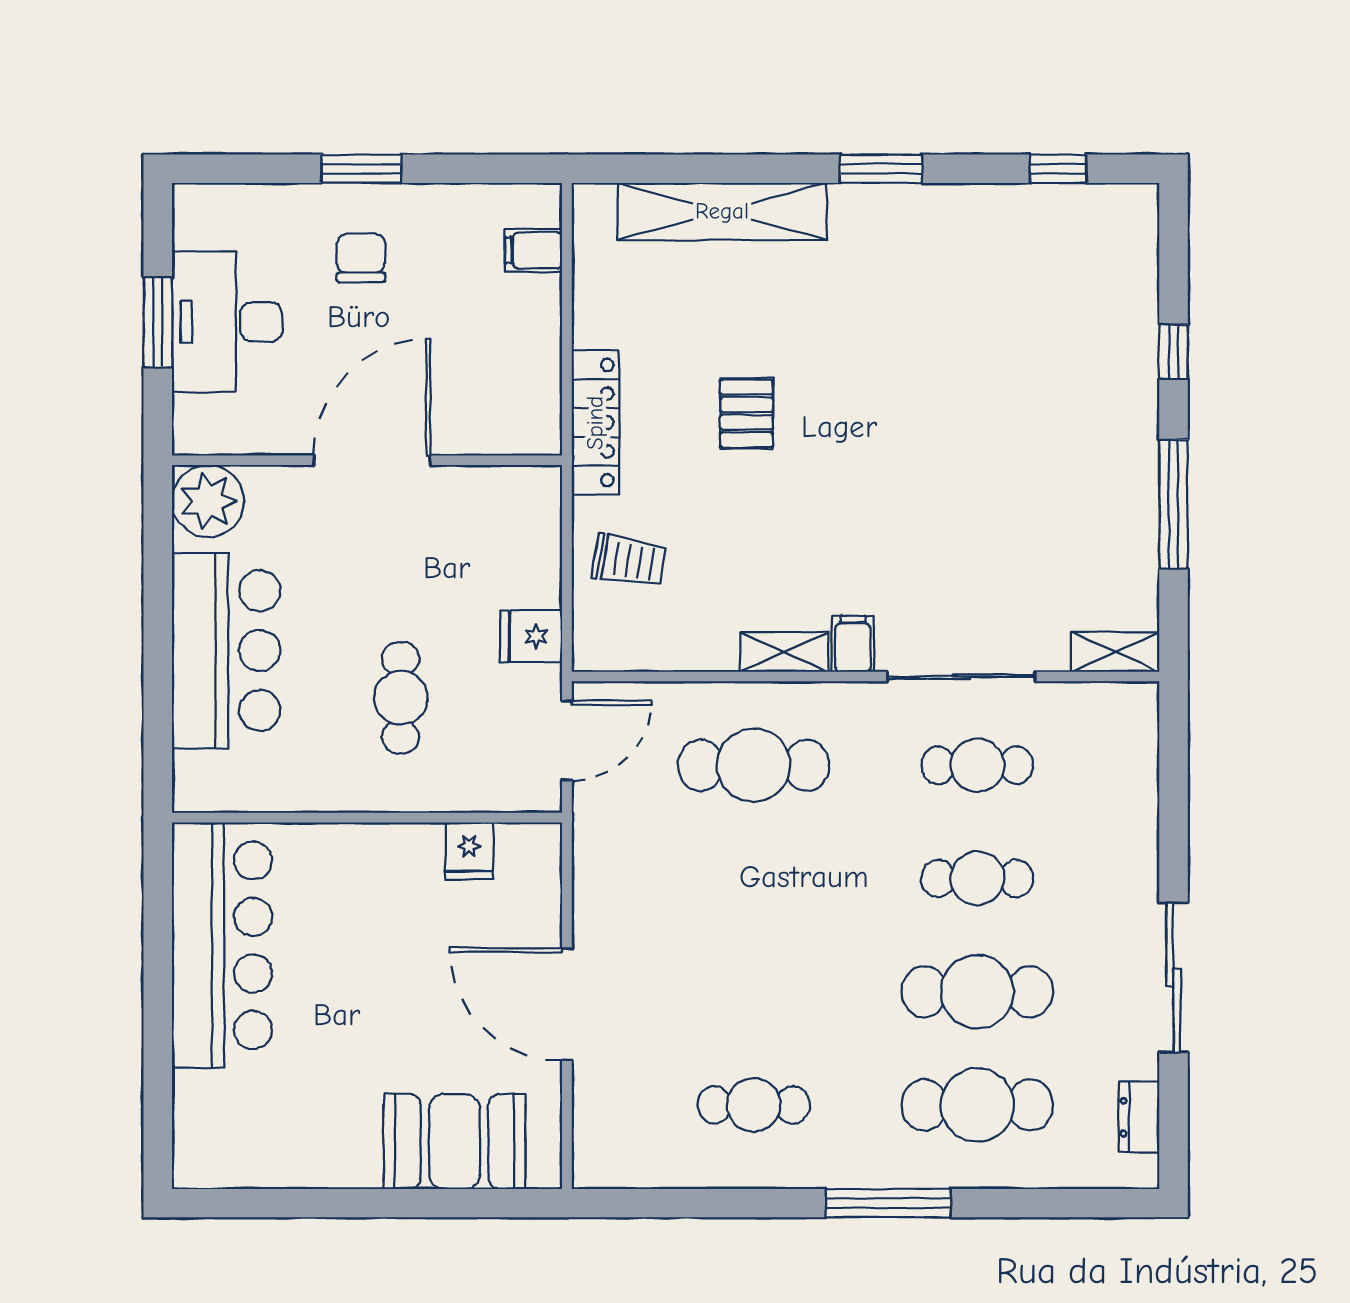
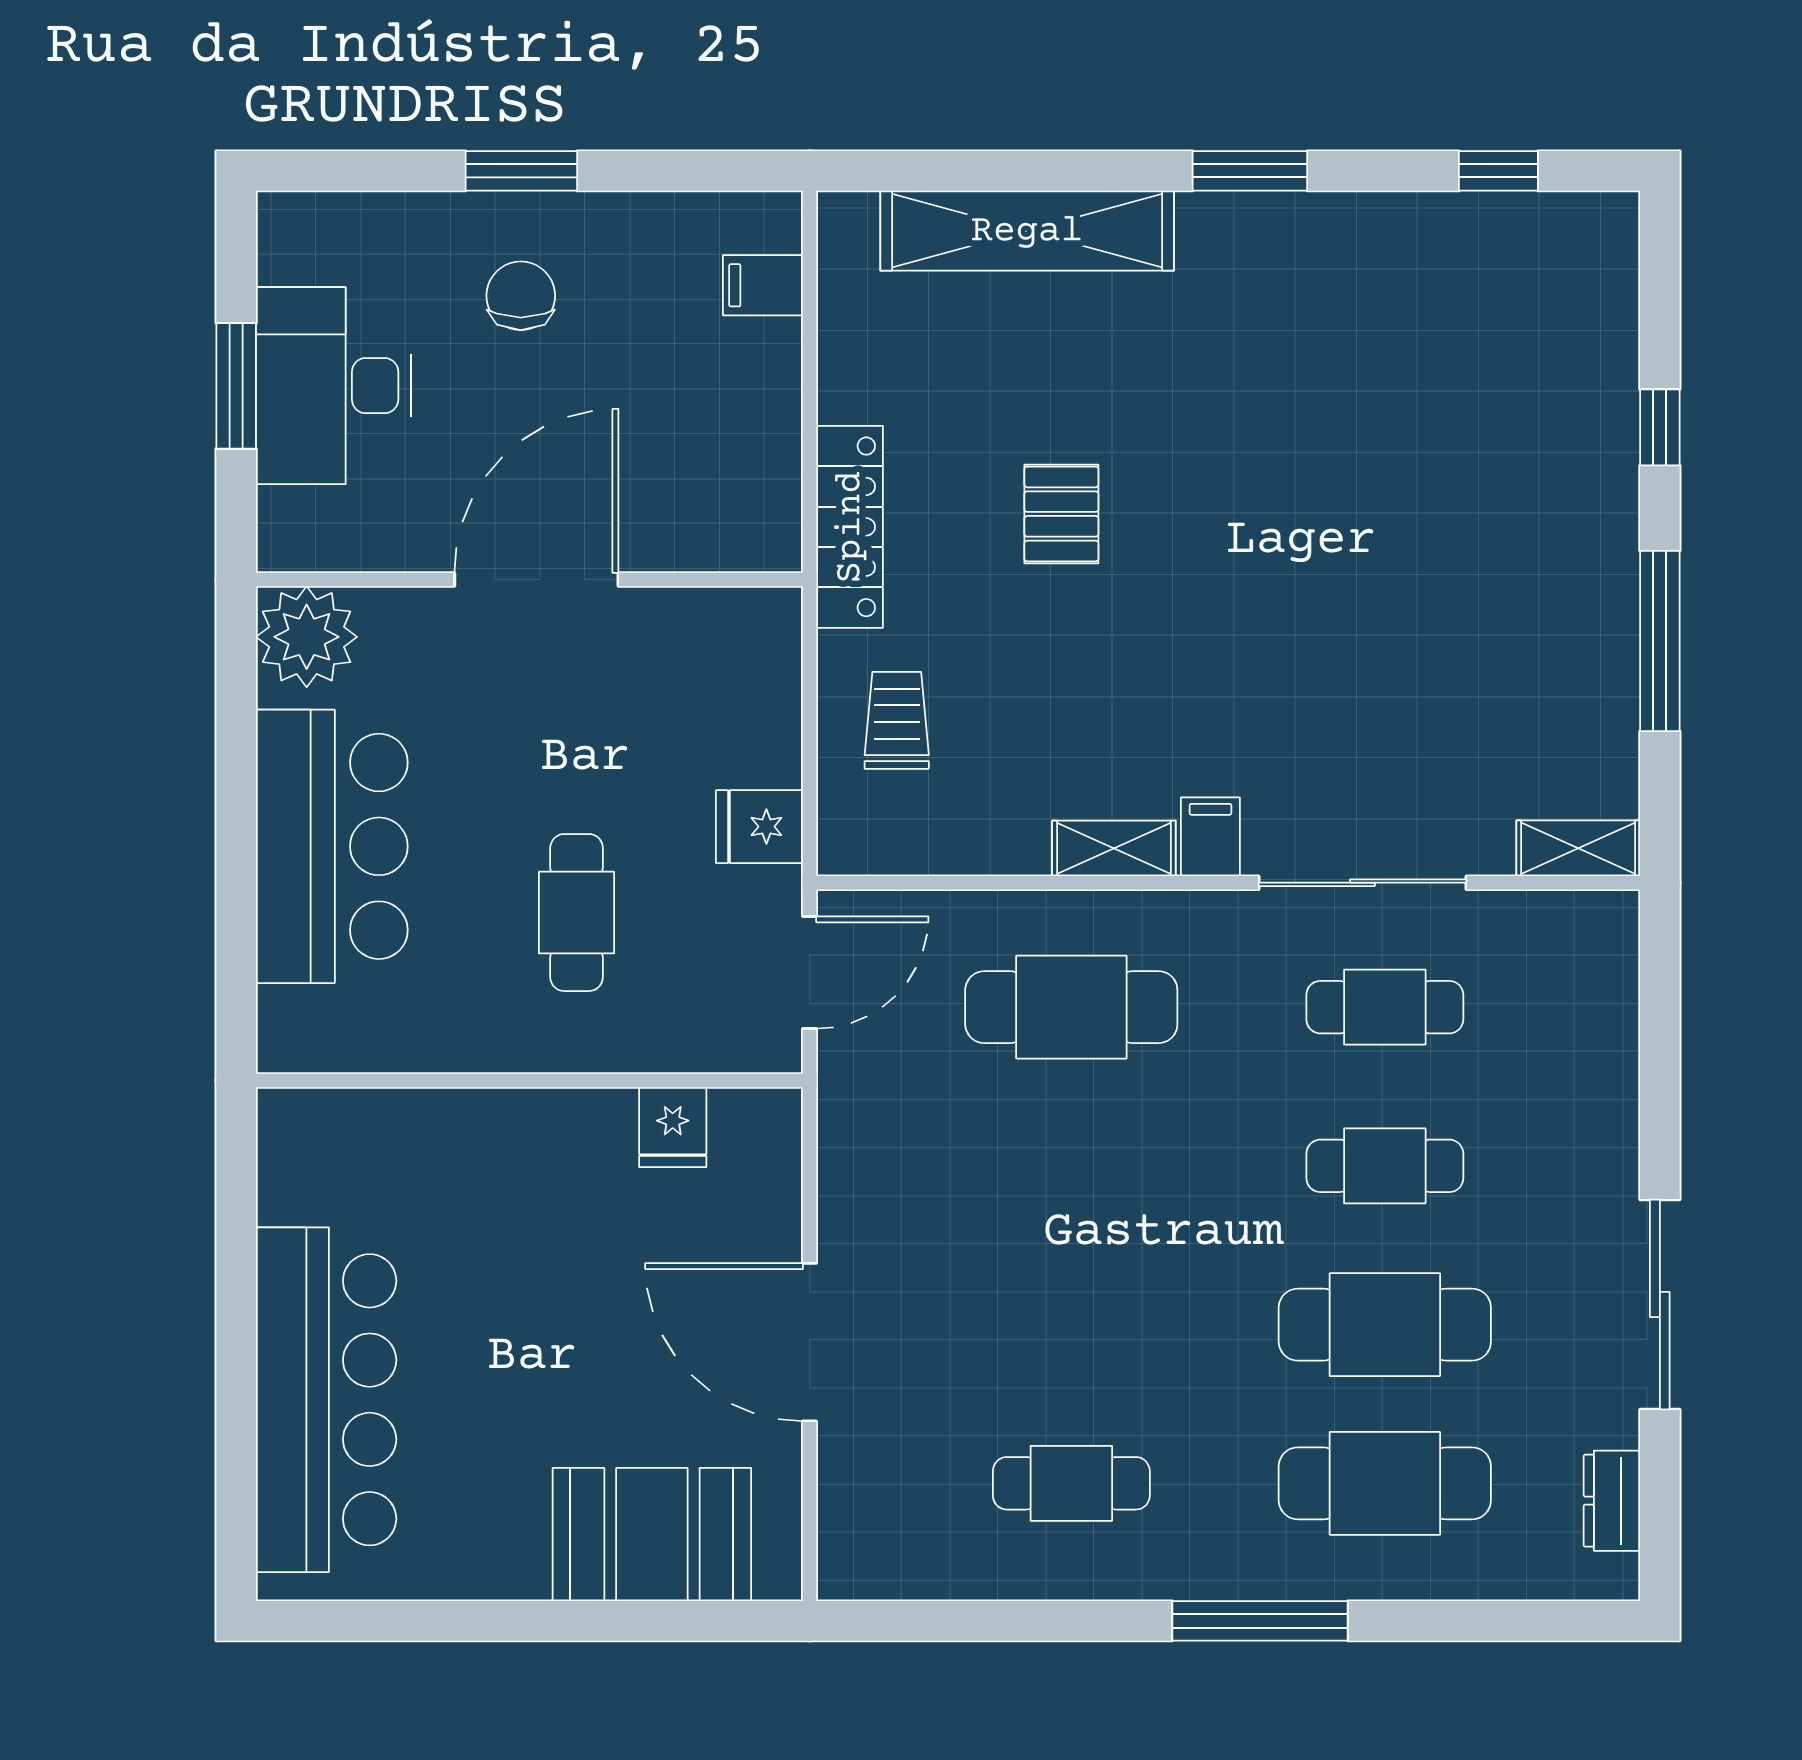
trolley: (629, 561) -> (897, 720), turned -99
bar counter: (222, 945) -> (326, 1400), moved

